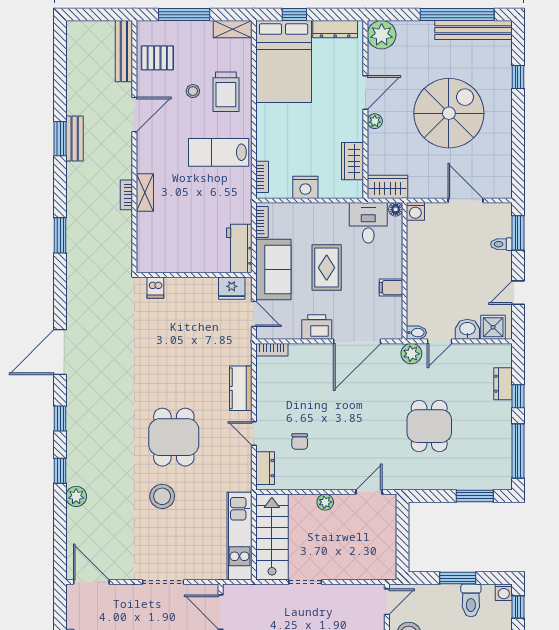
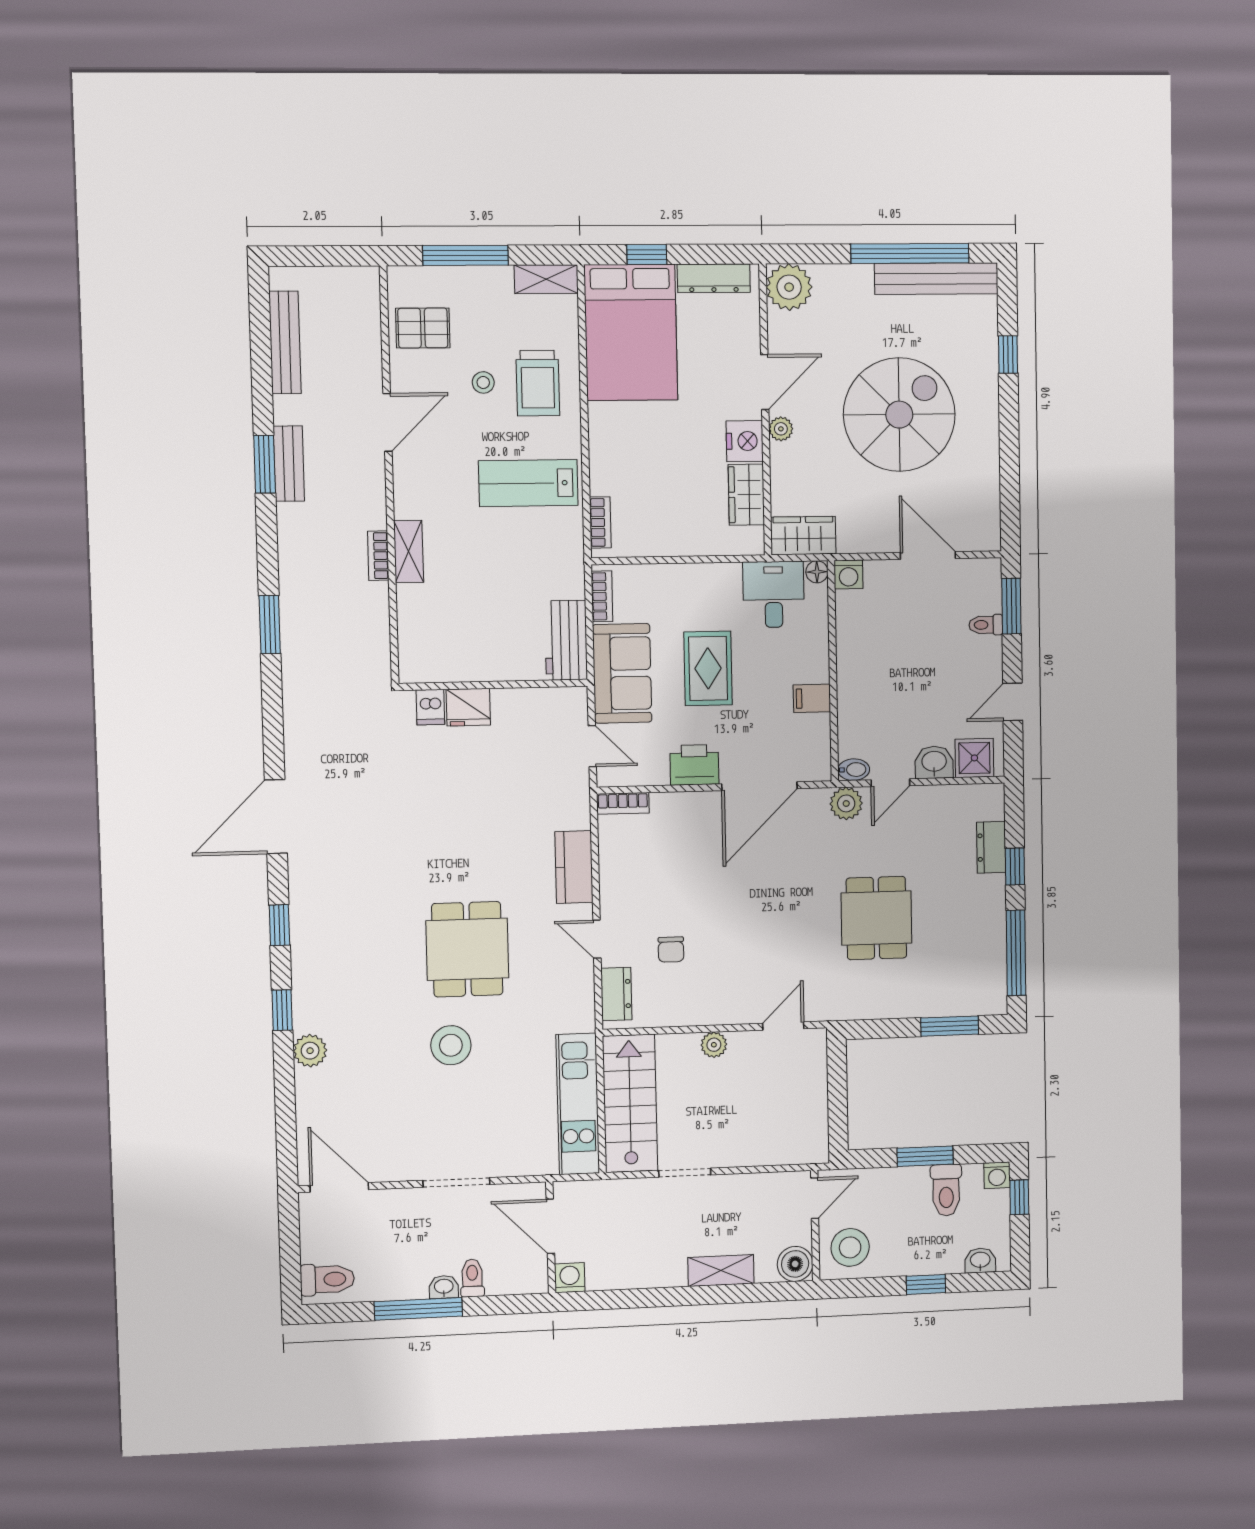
bench: (124, 51) -> (285, 342), moved
nightstand: (305, 187) -> (745, 441), moved, turned -90
fridge: (232, 288) -> (468, 707), moved

